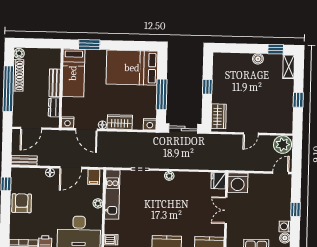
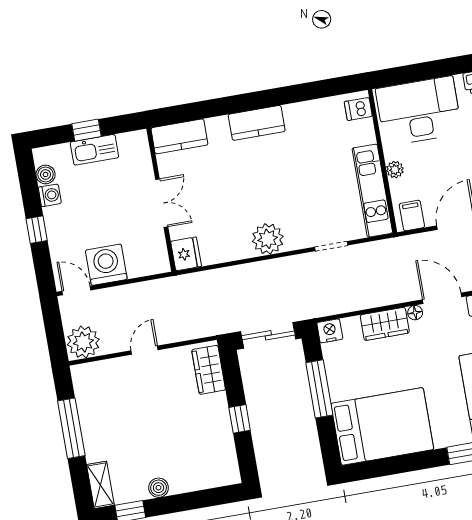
window: (298, 100) -> (71, 428), width x2.17
door: (281, 173) -> (76, 291), swing flipped
plant: (169, 176) -> (268, 239), width x1.87, depth x1.87
washing machine: (238, 183) -> (106, 265), moved

